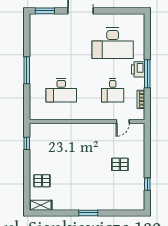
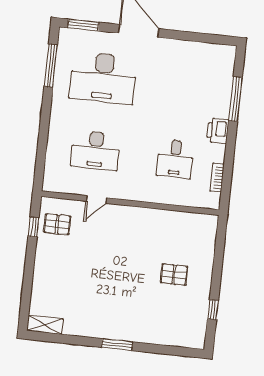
desk: (113, 43) -> (103, 78), moved
window: (27, 70) -> (51, 66), moved
window: (147, 74) -> (235, 99), moved
door: (123, 122) -> (97, 200), moved
pallet: (42, 181) -> (57, 224), moved

